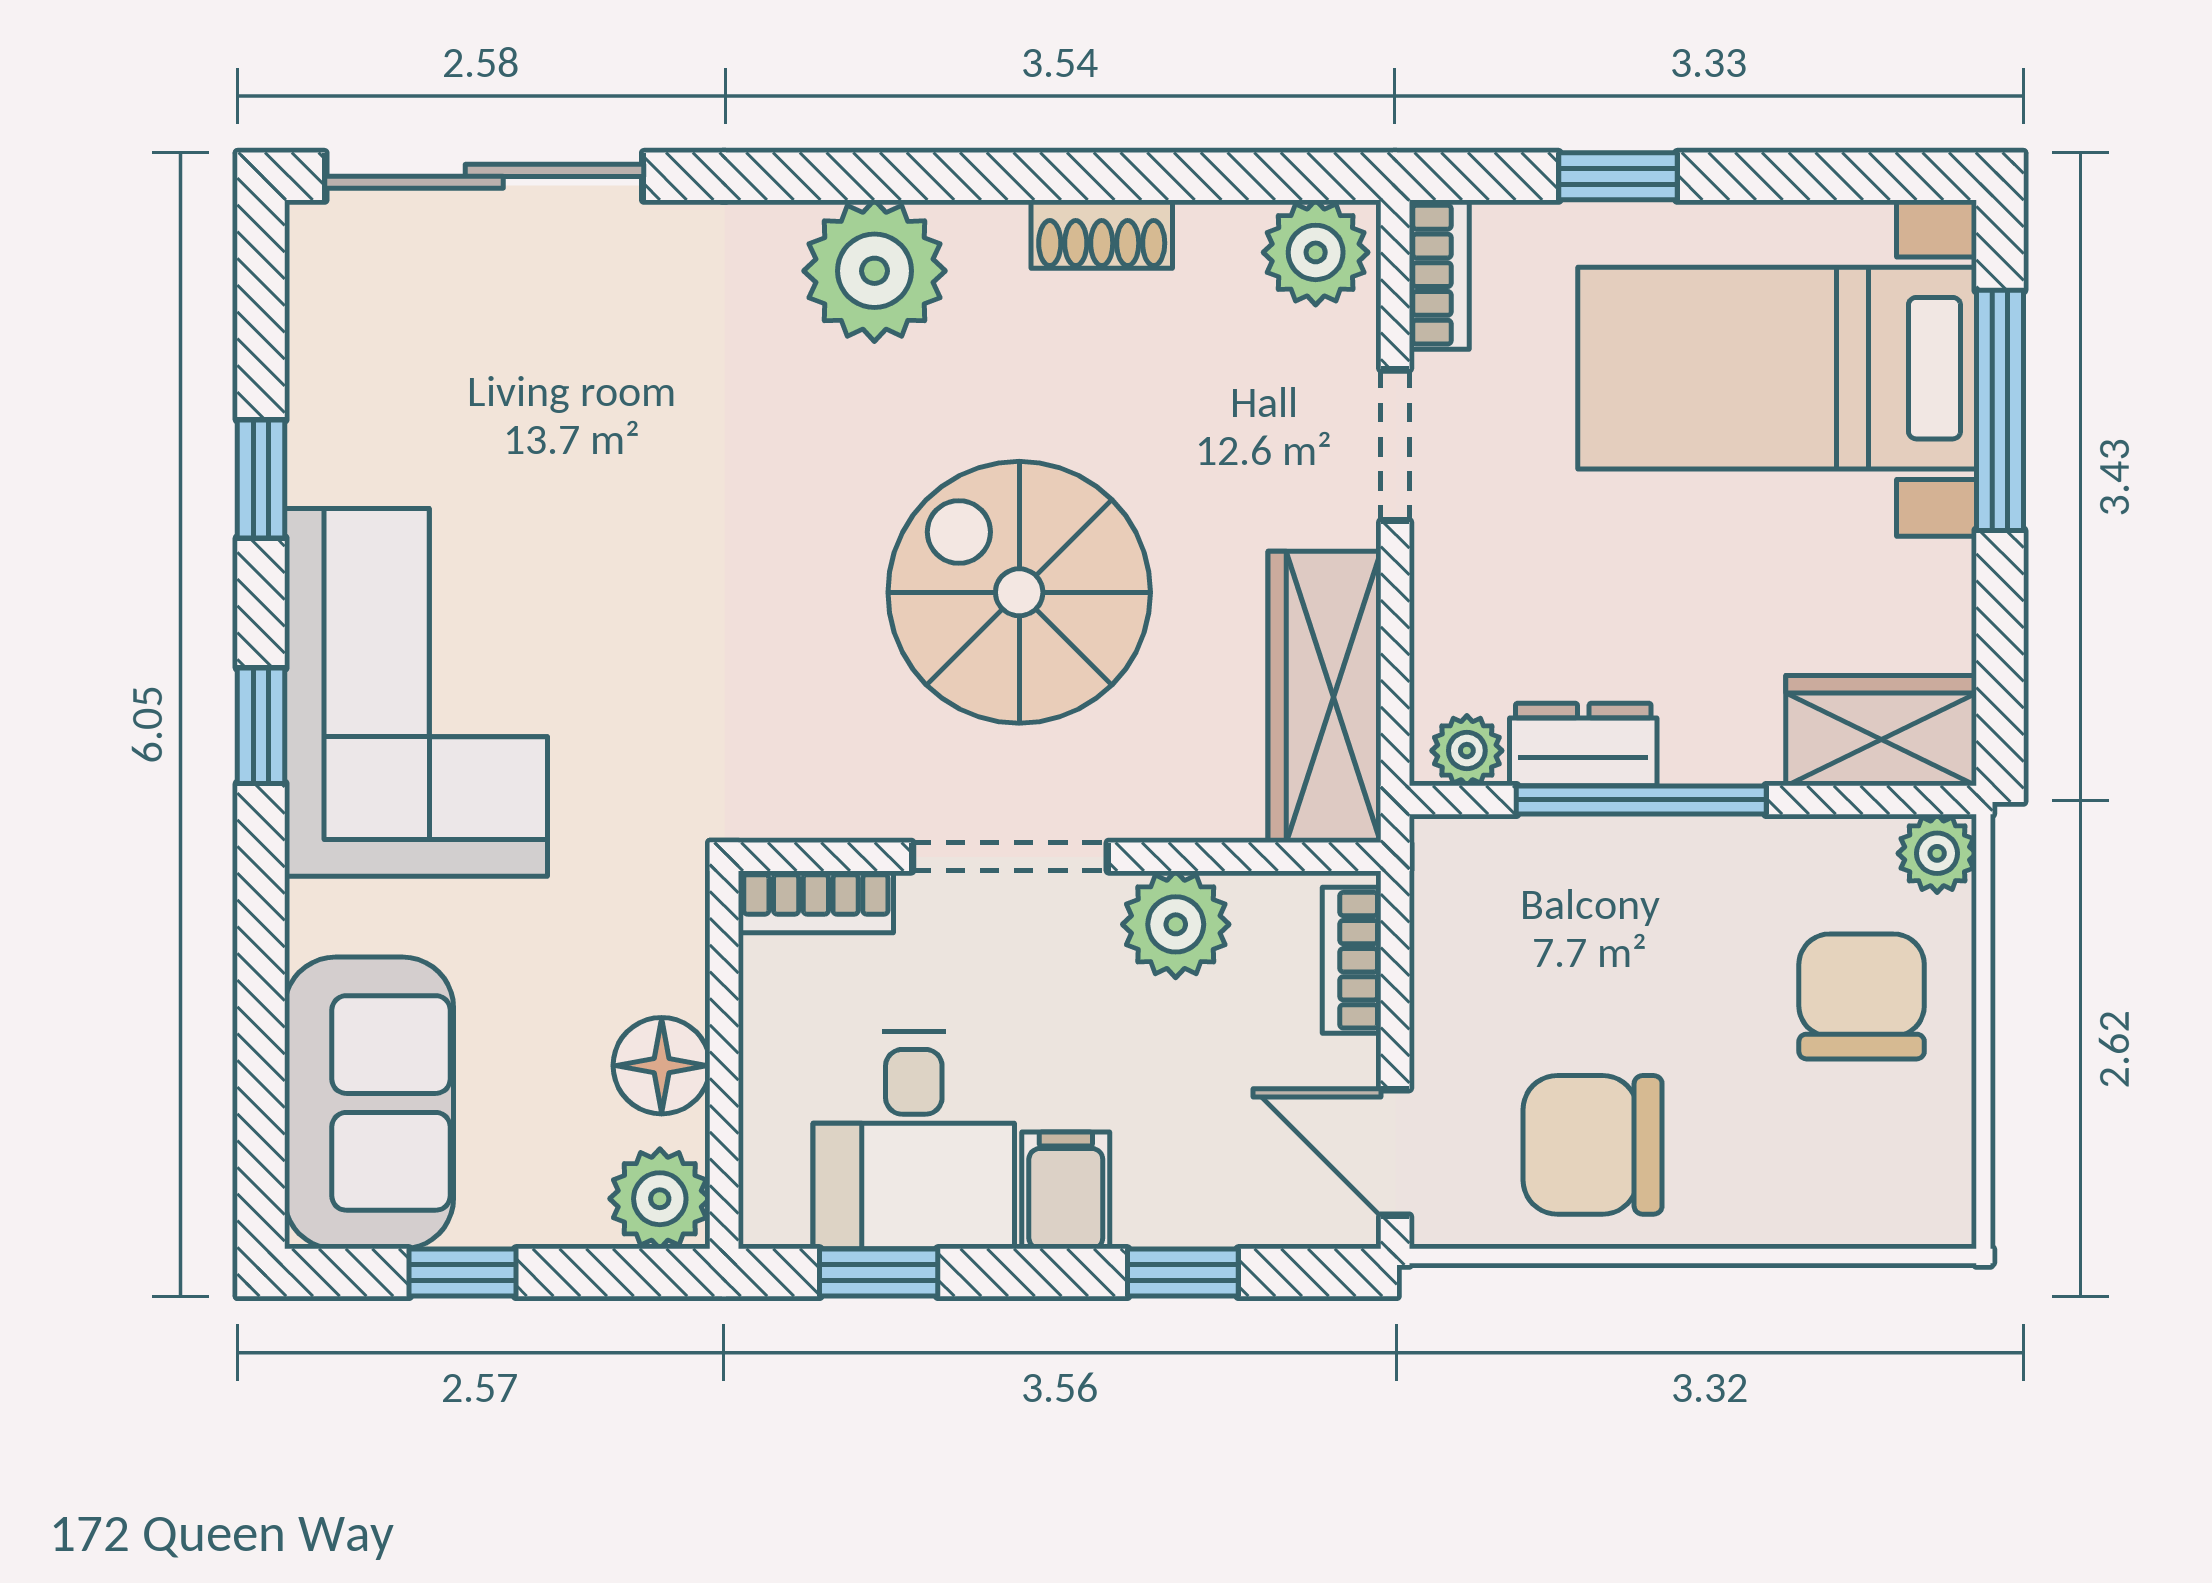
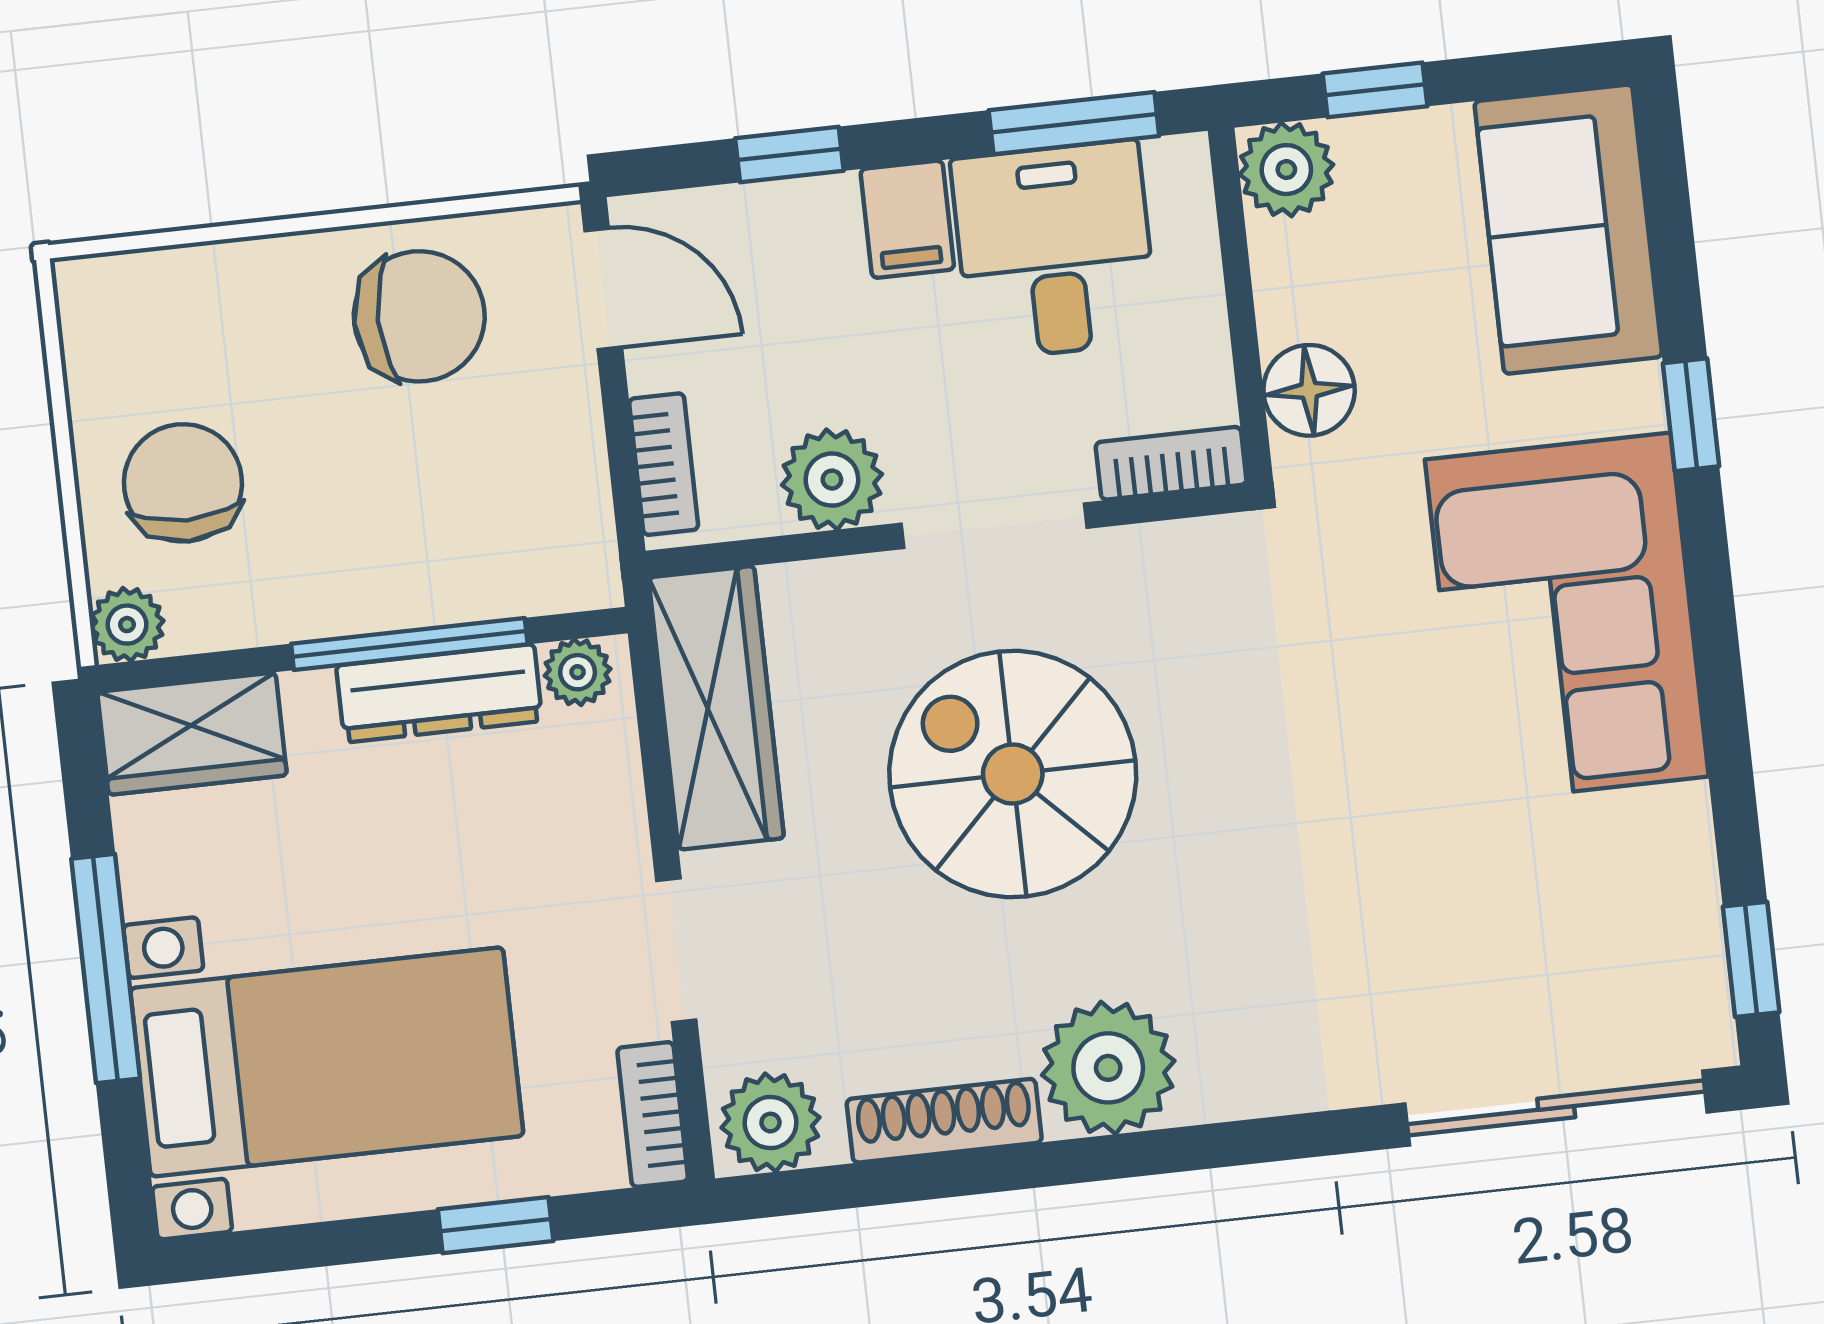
shoe rack: (1102, 234) -> (944, 1121), width x1.43
plant: (874, 271) -> (1108, 1068), moved
window: (2000, 410) -> (106, 969), moved
window: (261, 479) -> (1751, 959), moved
spiral stairs: (1019, 592) -> (1013, 774), turned 180
window: (261, 726) -> (1691, 415), moved
dresser: (1583, 744) -> (439, 693), width x1.44
chair: (1862, 996) -> (183, 483), turned 180
floor lamp: (662, 1066) -> (1309, 390), moved
window: (462, 1273) -> (1375, 90), moved
window: (879, 1273) -> (1074, 123), width x1.50

